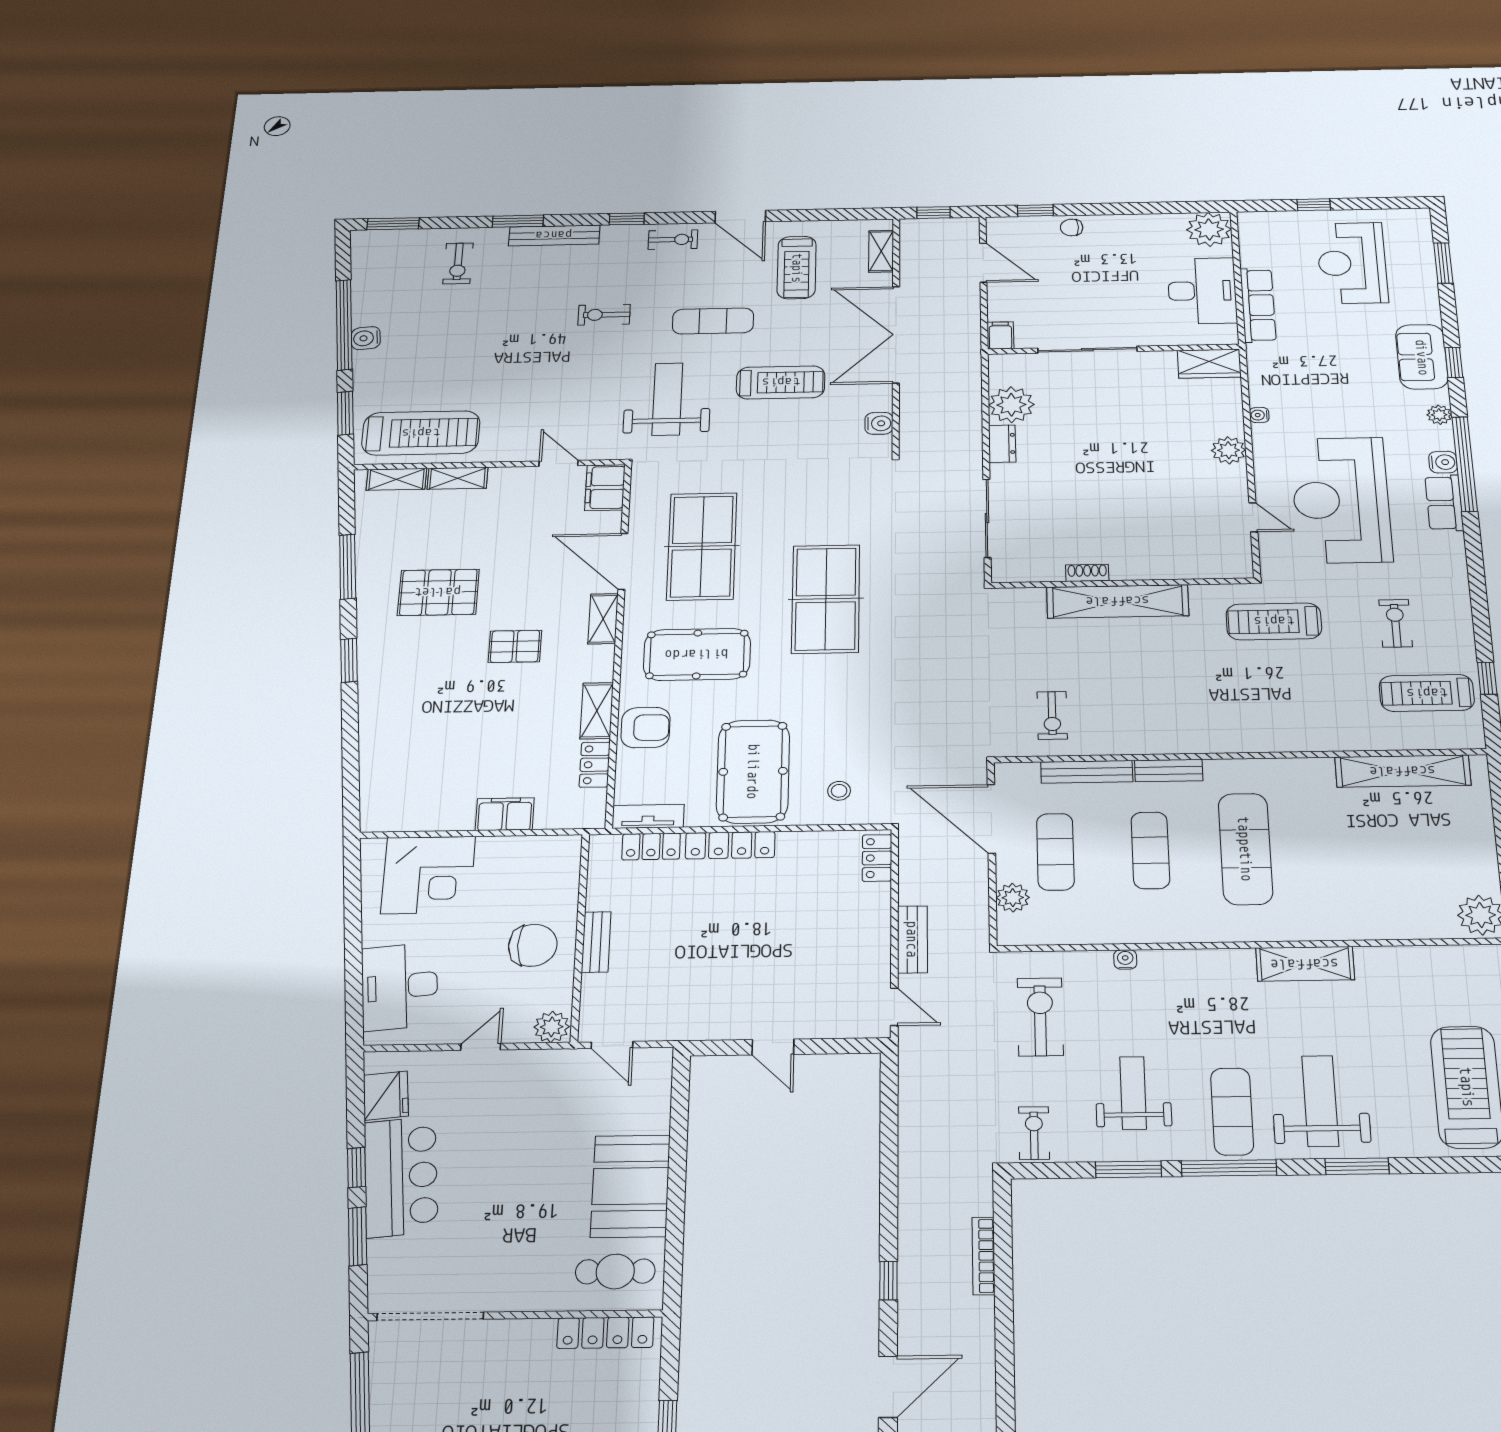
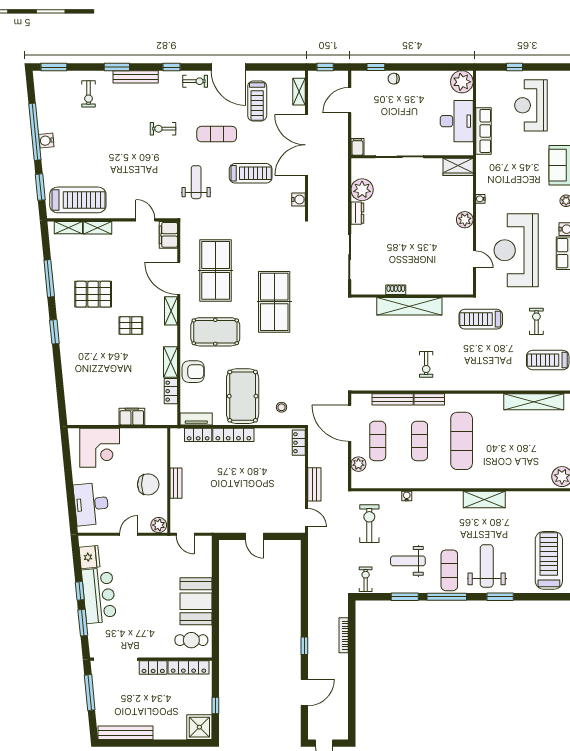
door: (740, 217) -> (228, 67), width x1.36
door: (983, 263) -> (350, 100), swing flipped
weight bench: (667, 399) -> (196, 182), width x0.73, depth x0.75
exercise bike: (1052, 715) -> (426, 364), moved
weight bench: (1133, 1093) -> (408, 561), turned -90
locker: (519, 1334) -> (153, 668), added

